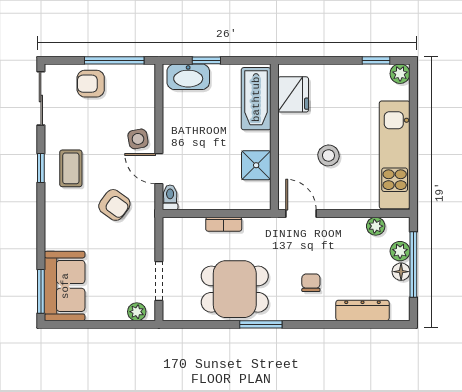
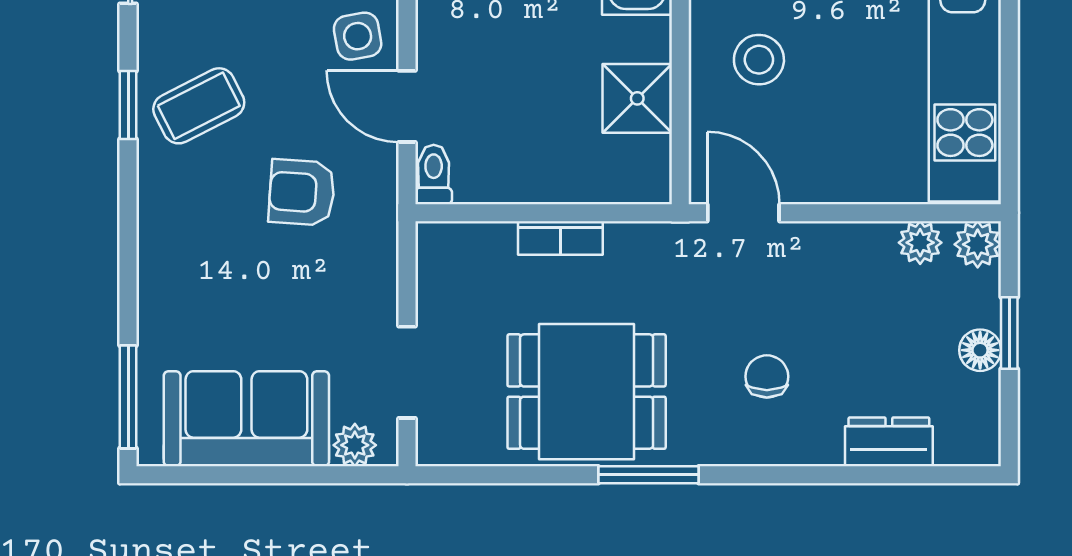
stool: (328, 155) -> (759, 60), moved
coffee table: (71, 168) -> (199, 106), turned 63
armchair: (114, 205) -> (302, 192), turned 148
plant: (400, 251) -> (978, 244), moved
window: (413, 264) -> (1009, 333), width x0.46
sofa: (65, 286) -> (246, 419), moved, turned -90
dresser: (362, 310) -> (889, 442), width x0.70

